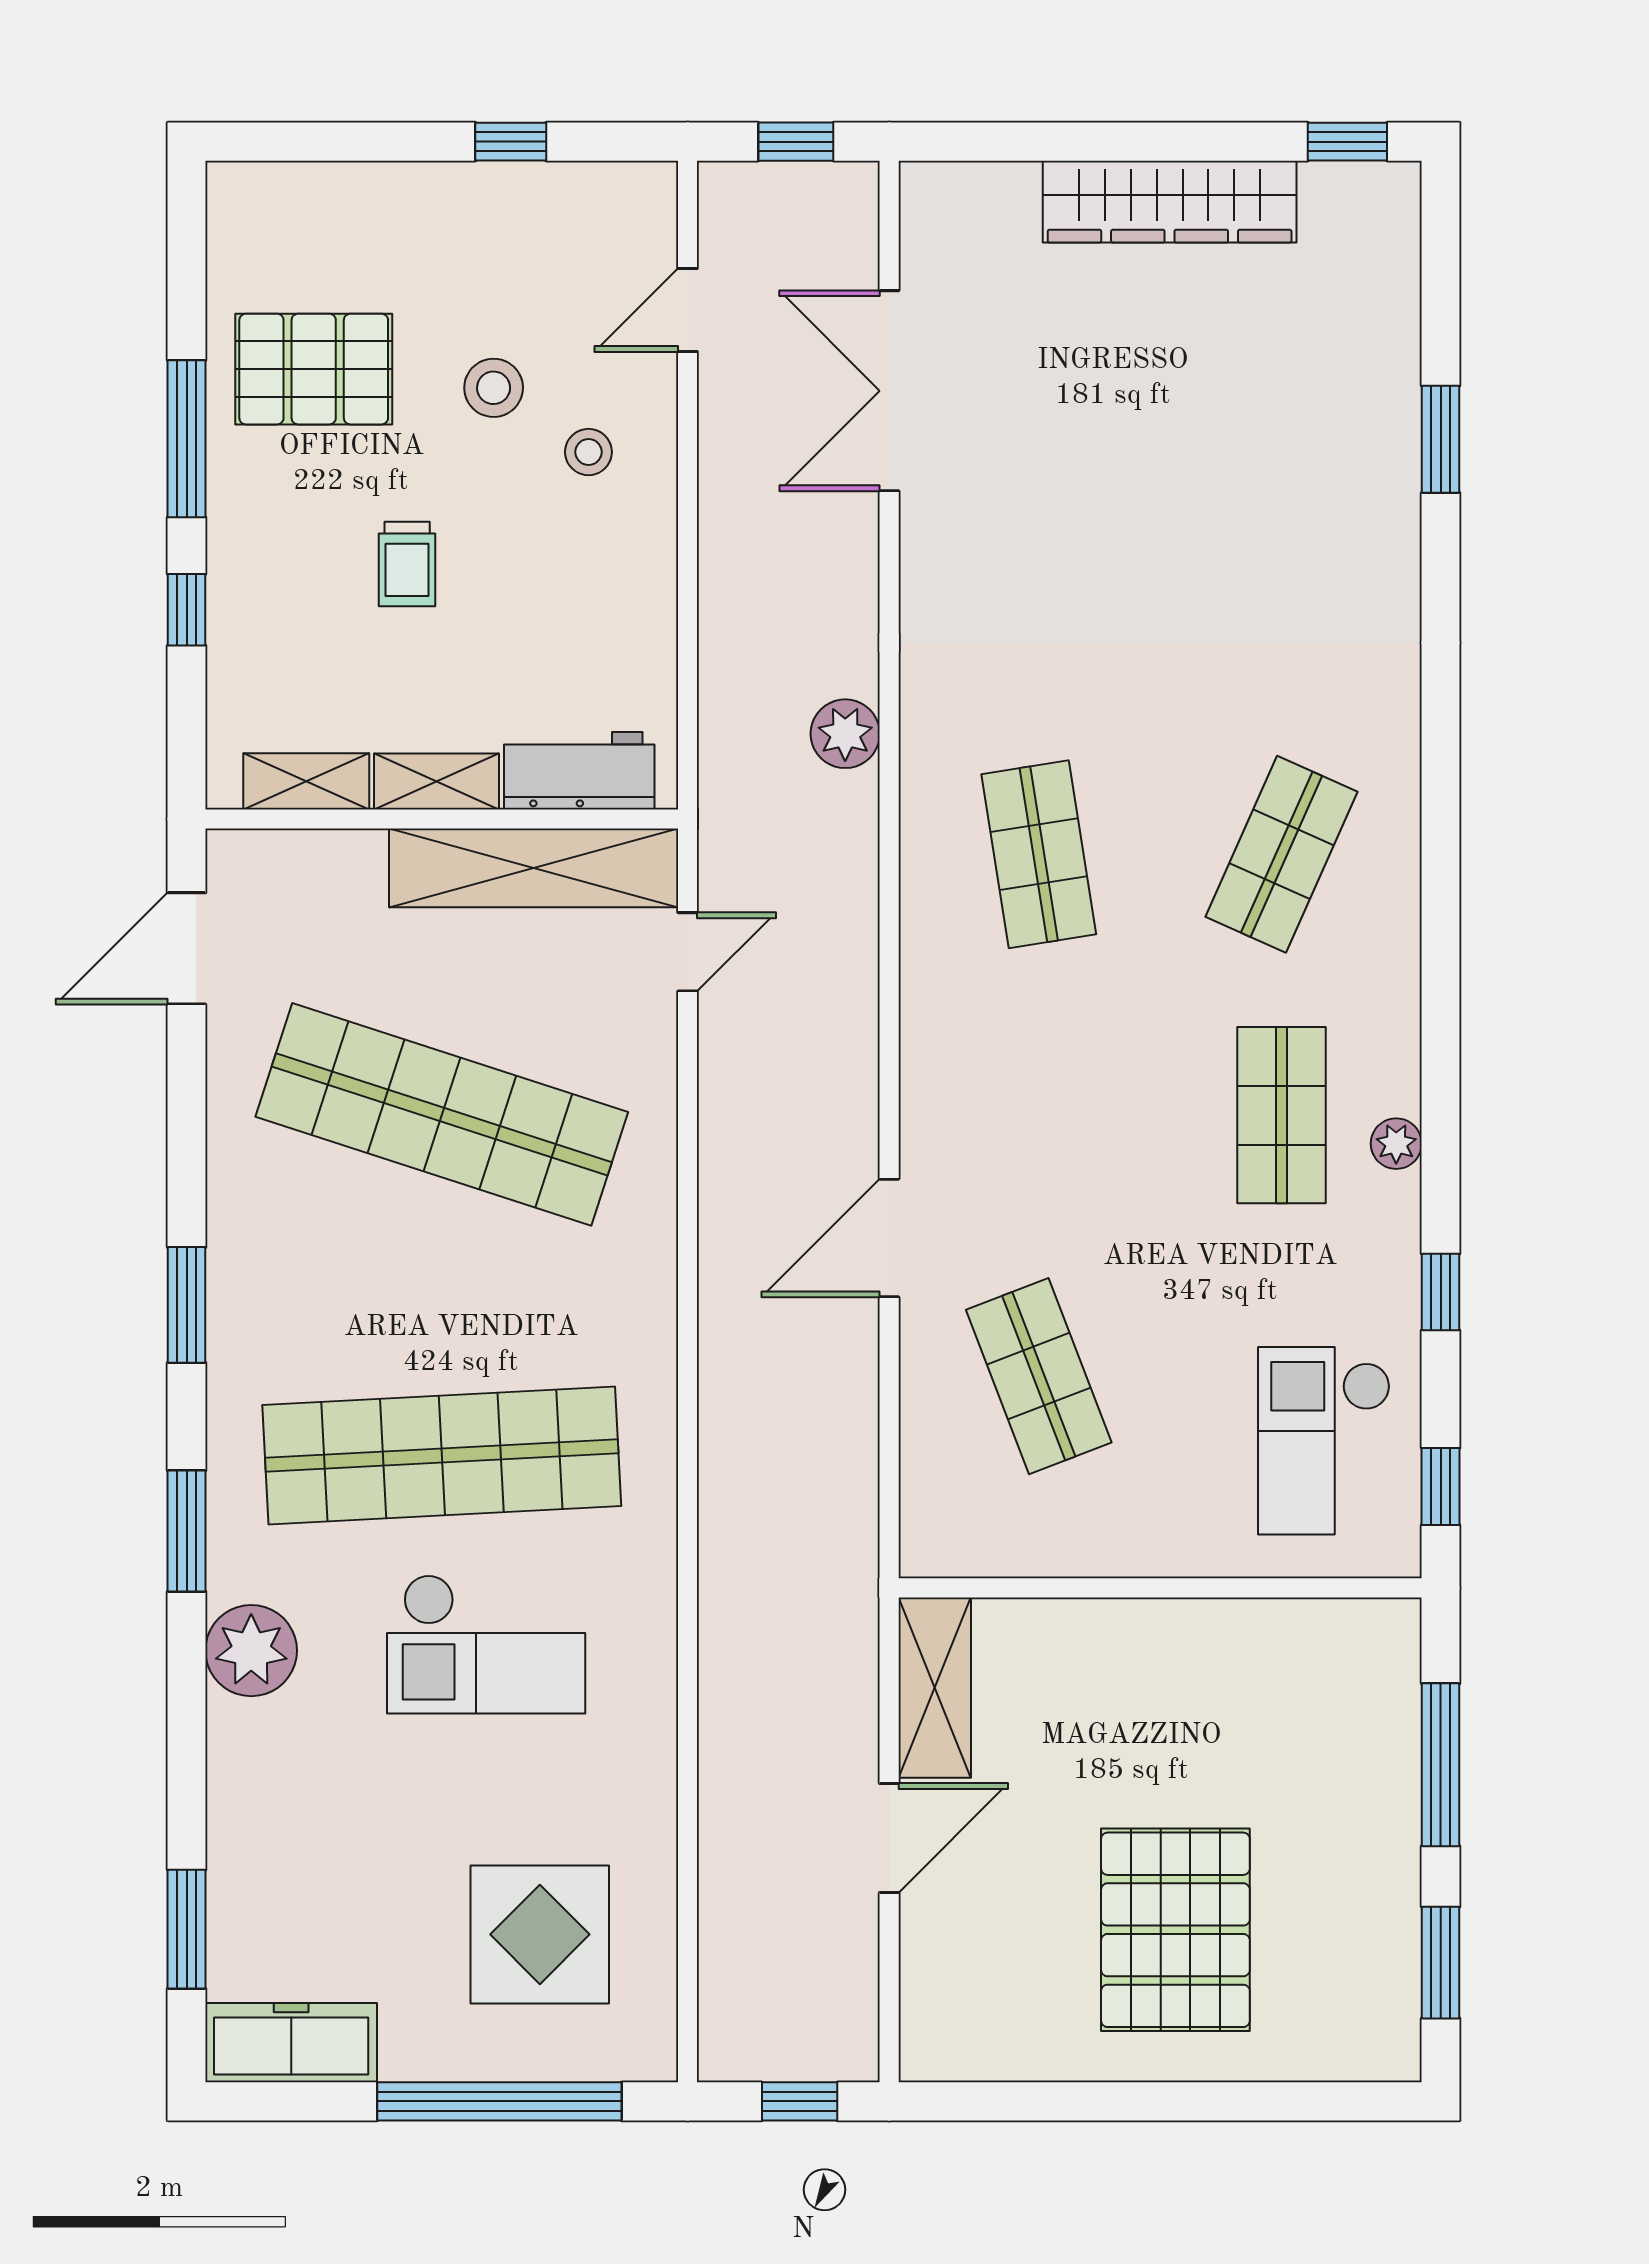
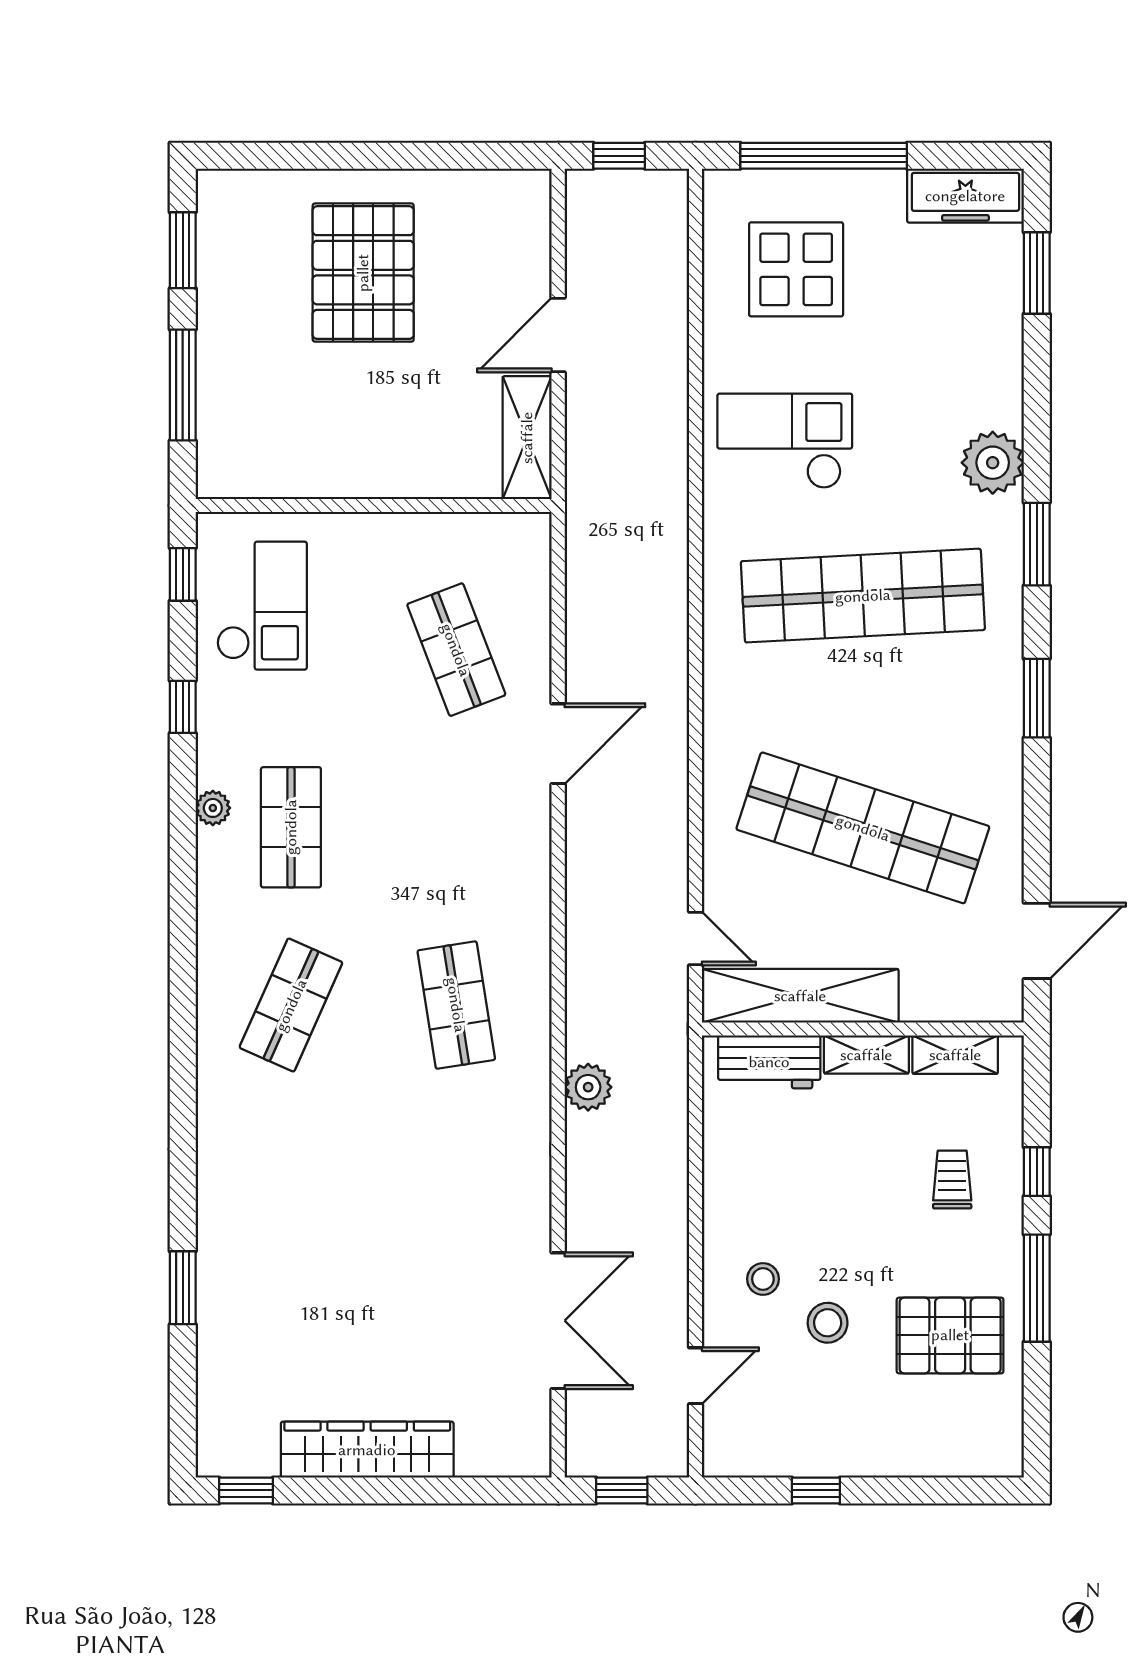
trolley: (407, 564) -> (952, 1180), moved
door: (688, 952) -> (695, 939), swing flipped
checkout: (486, 1644) -> (785, 441), moved

